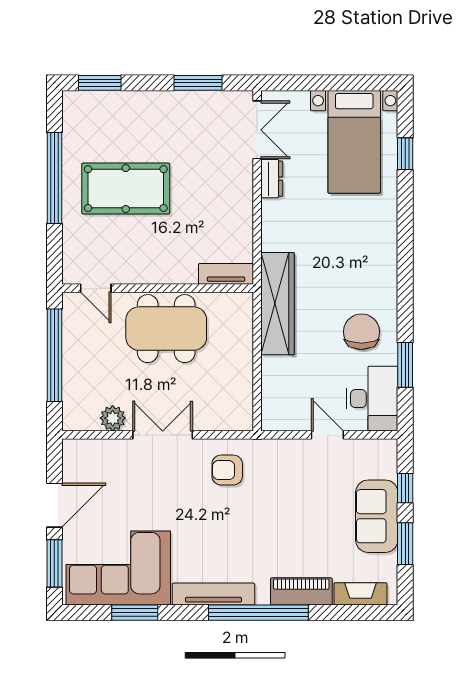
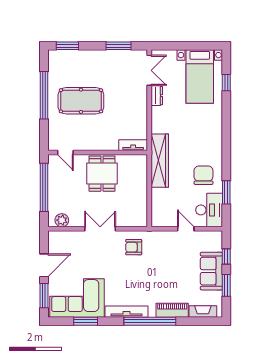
dining table: (166, 329) -> (102, 174), width x0.73
plant: (113, 418) -> (62, 220), moved

